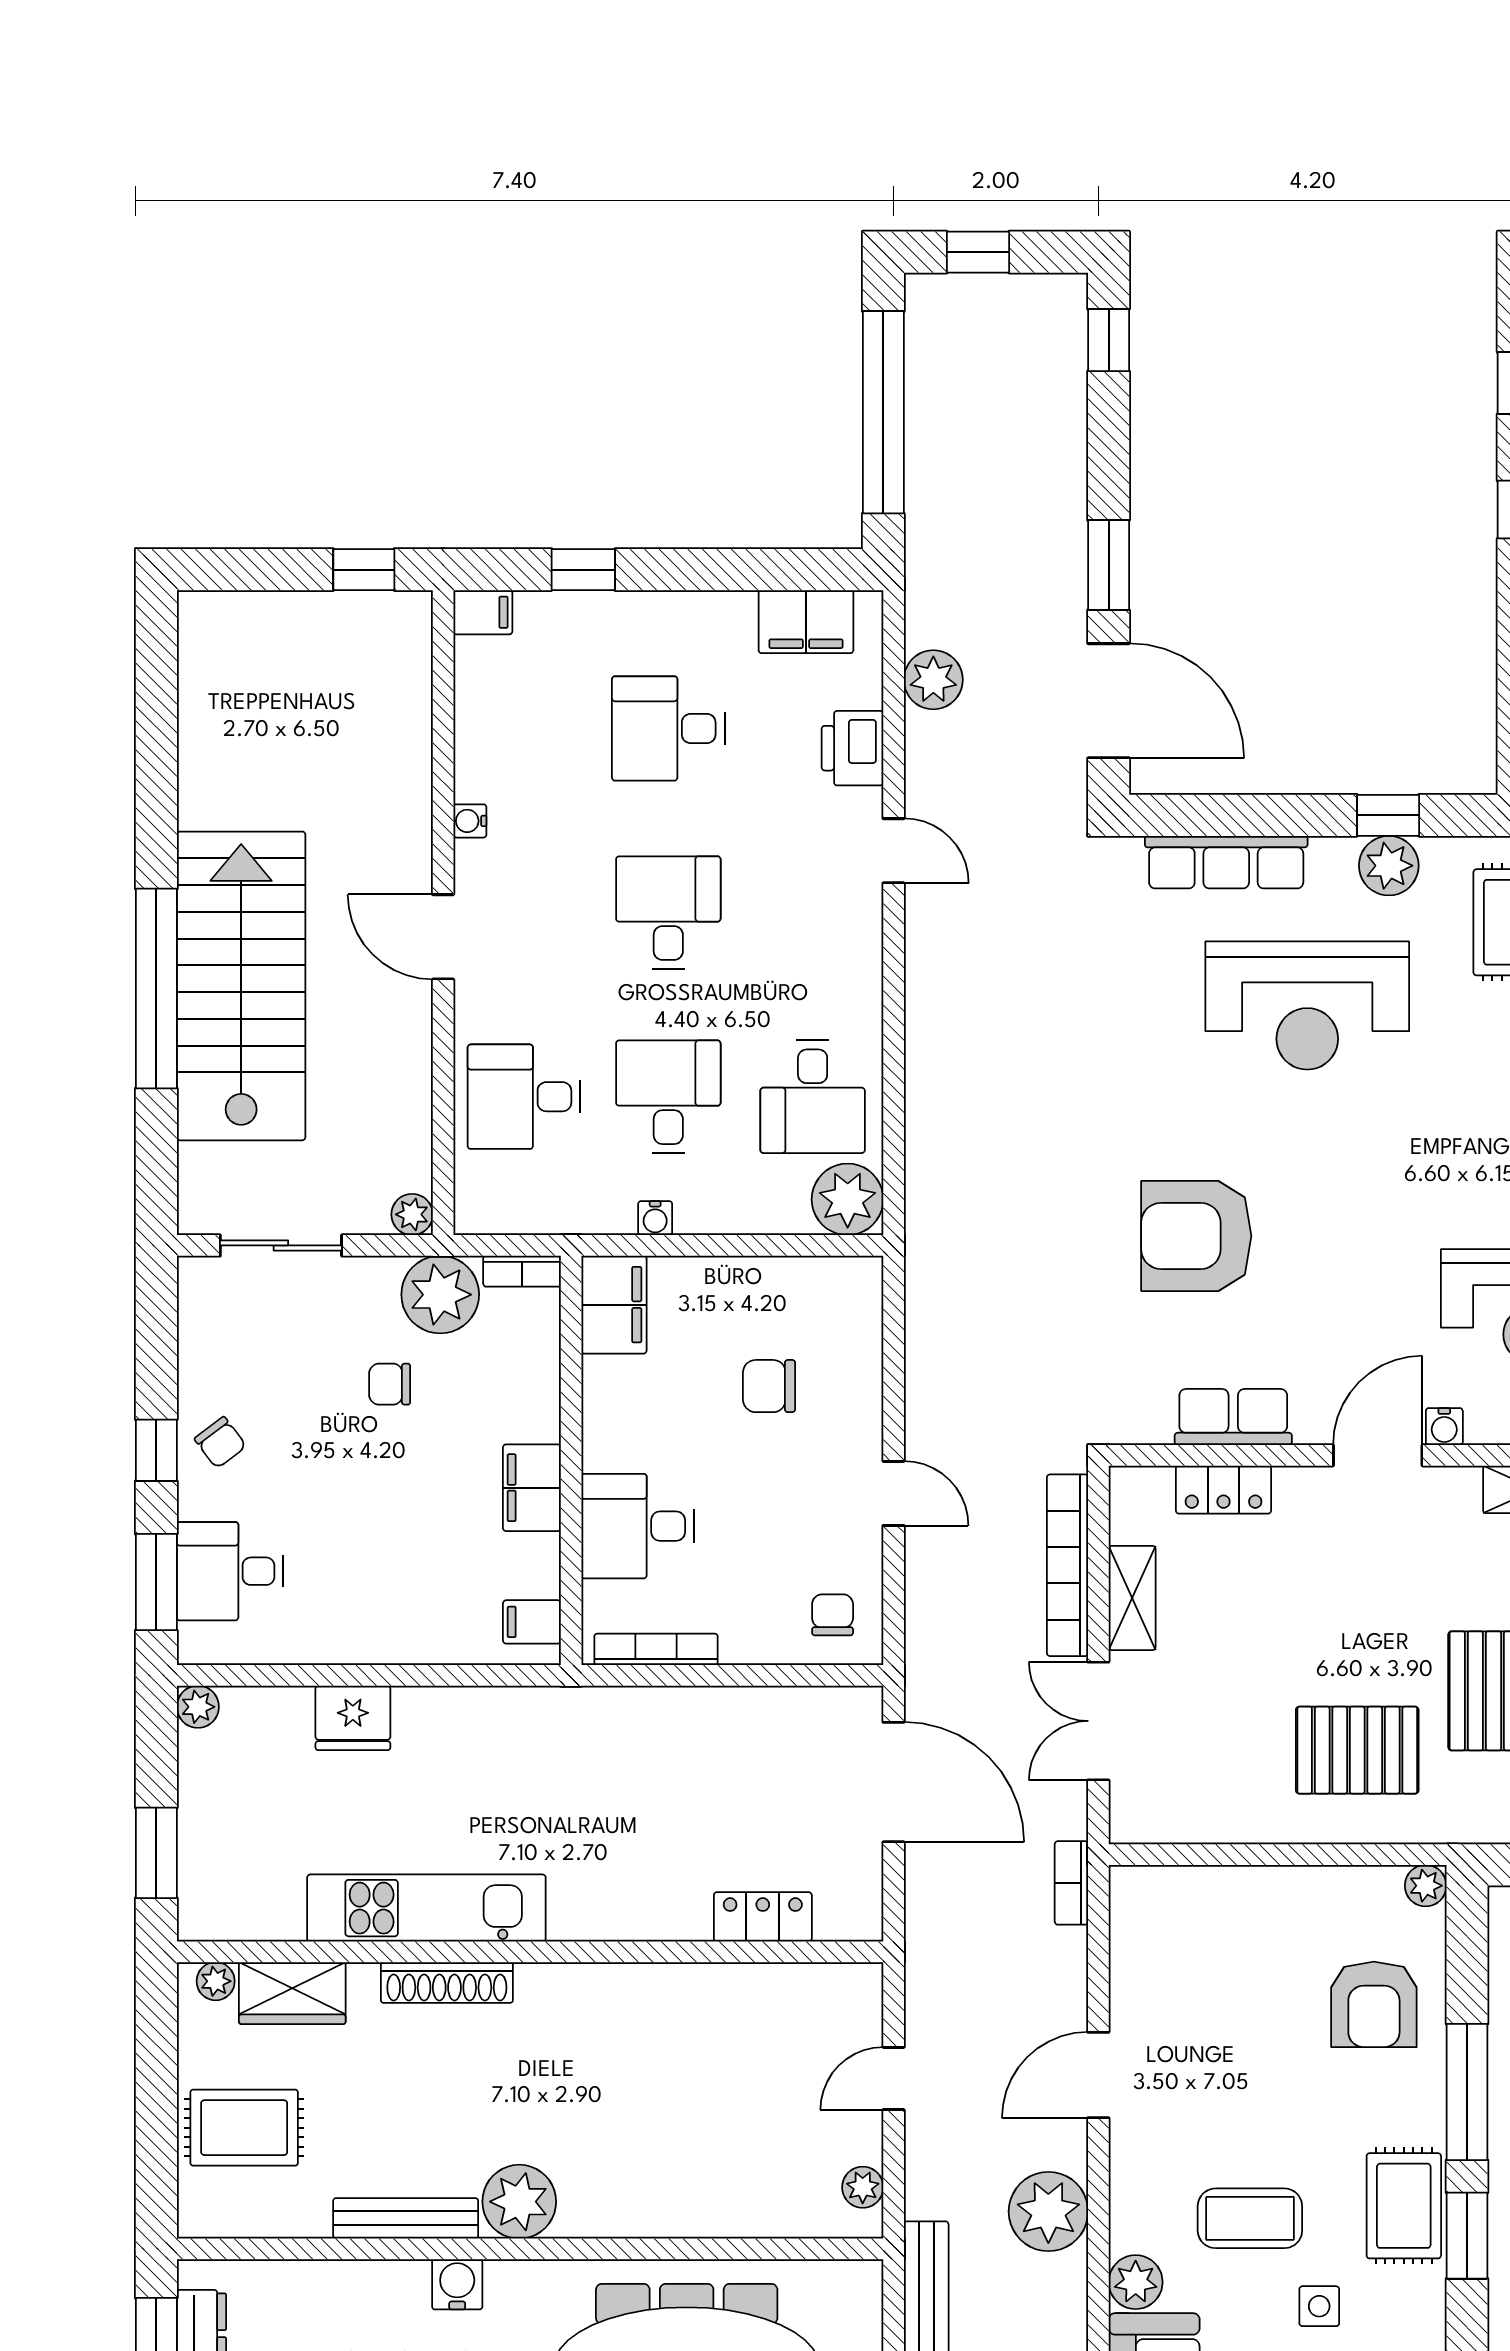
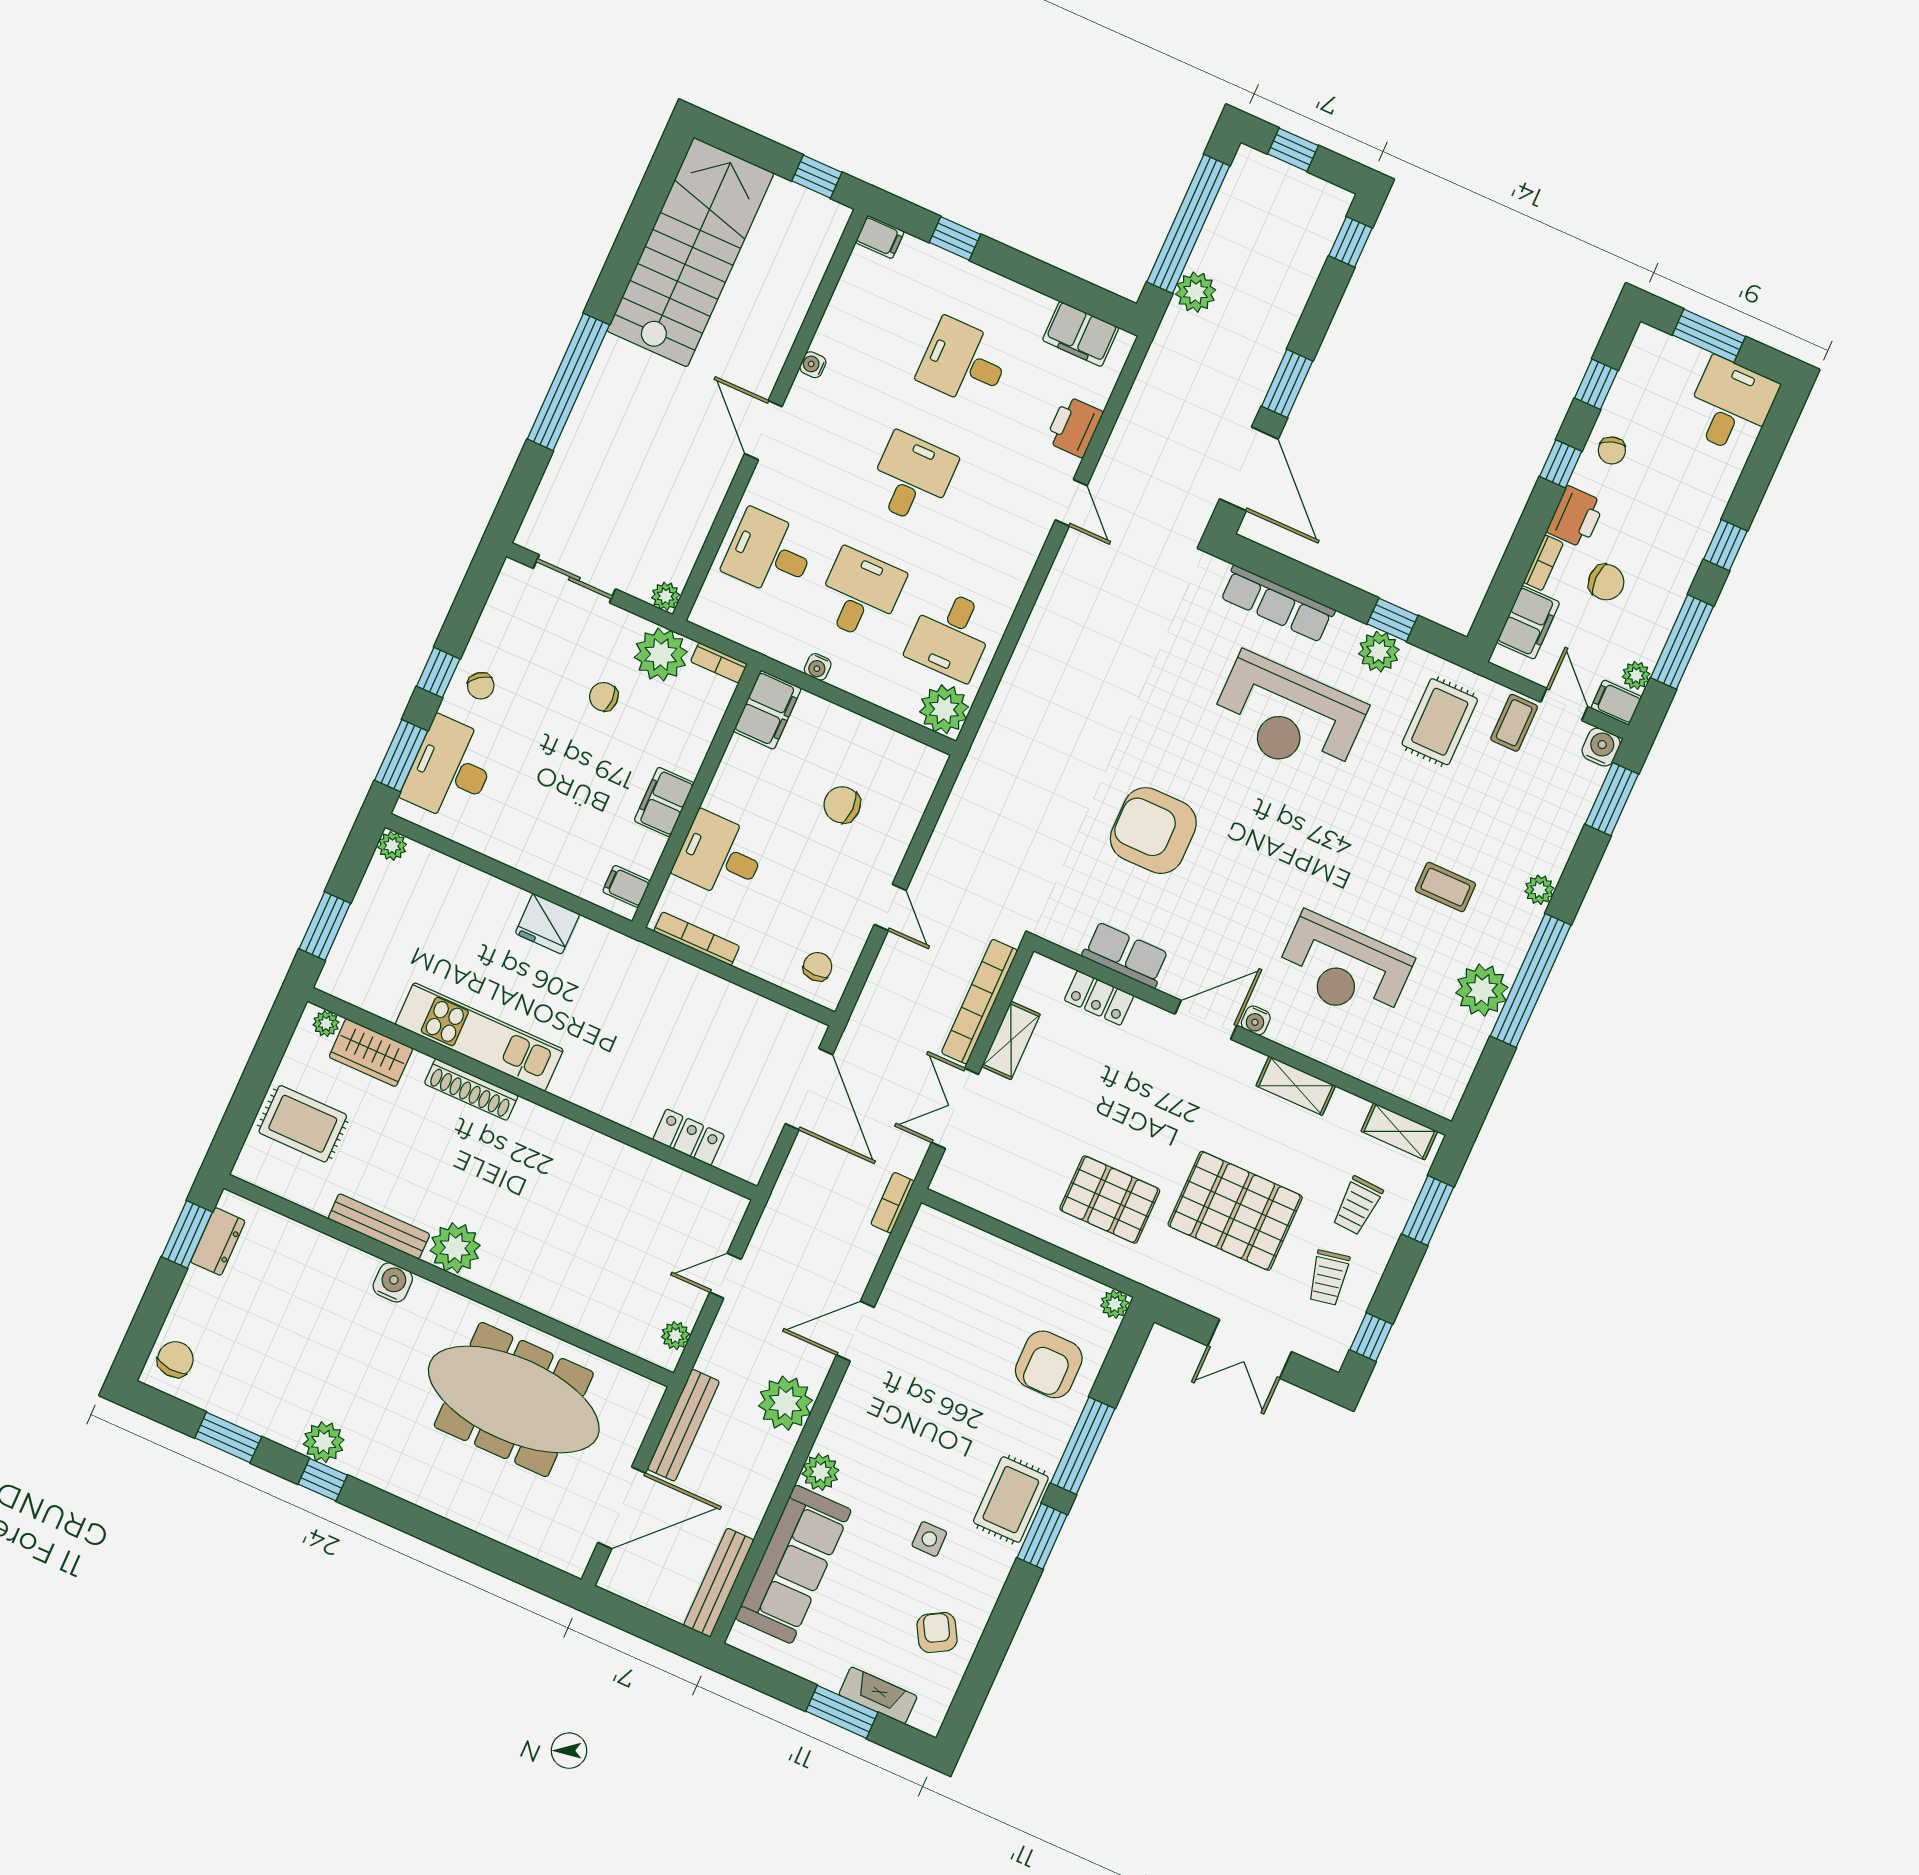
plant: (933, 680) -> (1196, 292), moved
stairs: (241, 986) -> (690, 252), moved
desk: (230, 1571) -> (450, 769), width x1.37
fridge: (353, 1718) -> (547, 924), moved
coffee table: (1250, 2218) -> (910, 1464), removed

